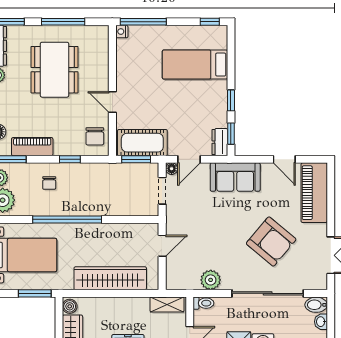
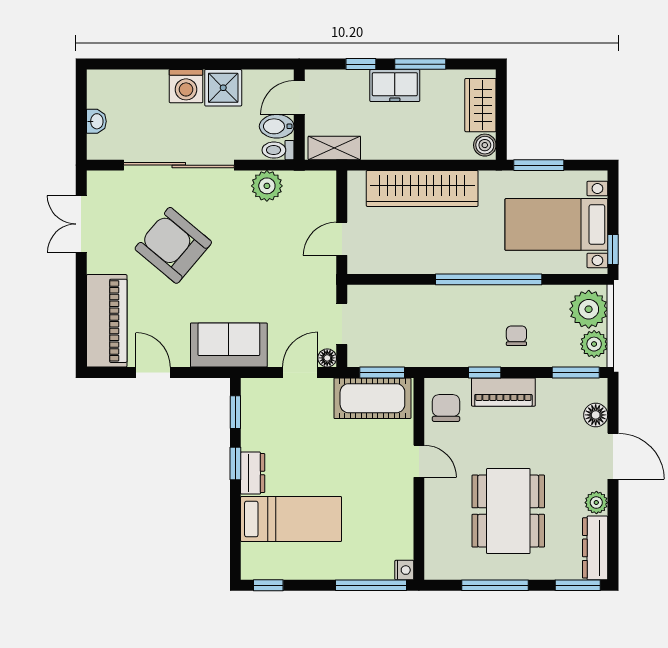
dresser: (220, 142) -> (253, 473), moved
piano: (32, 147) -> (503, 392), moved
bidet: (316, 305) -> (277, 126), moved, turned 180

